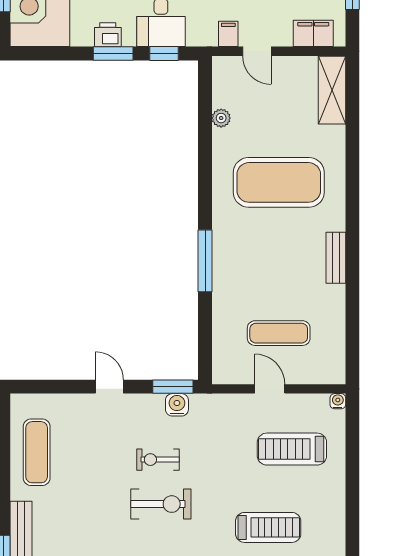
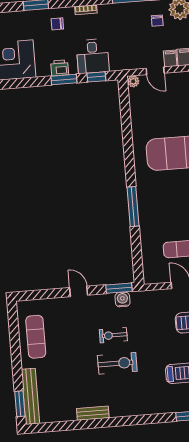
filing cabinet: (228, 34) -> (170, 58), moved
plant: (221, 118) -> (133, 81), moved

